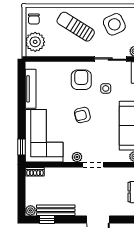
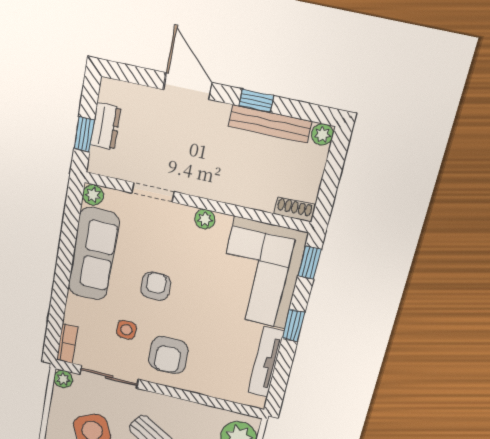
window: (21, 112) -> (293, 325), added
armchair: (82, 115) -> (156, 286), moved, turned -76
doorway: (93, 165) -> (153, 192), moved
window: (47, 219) -> (256, 101), moved

